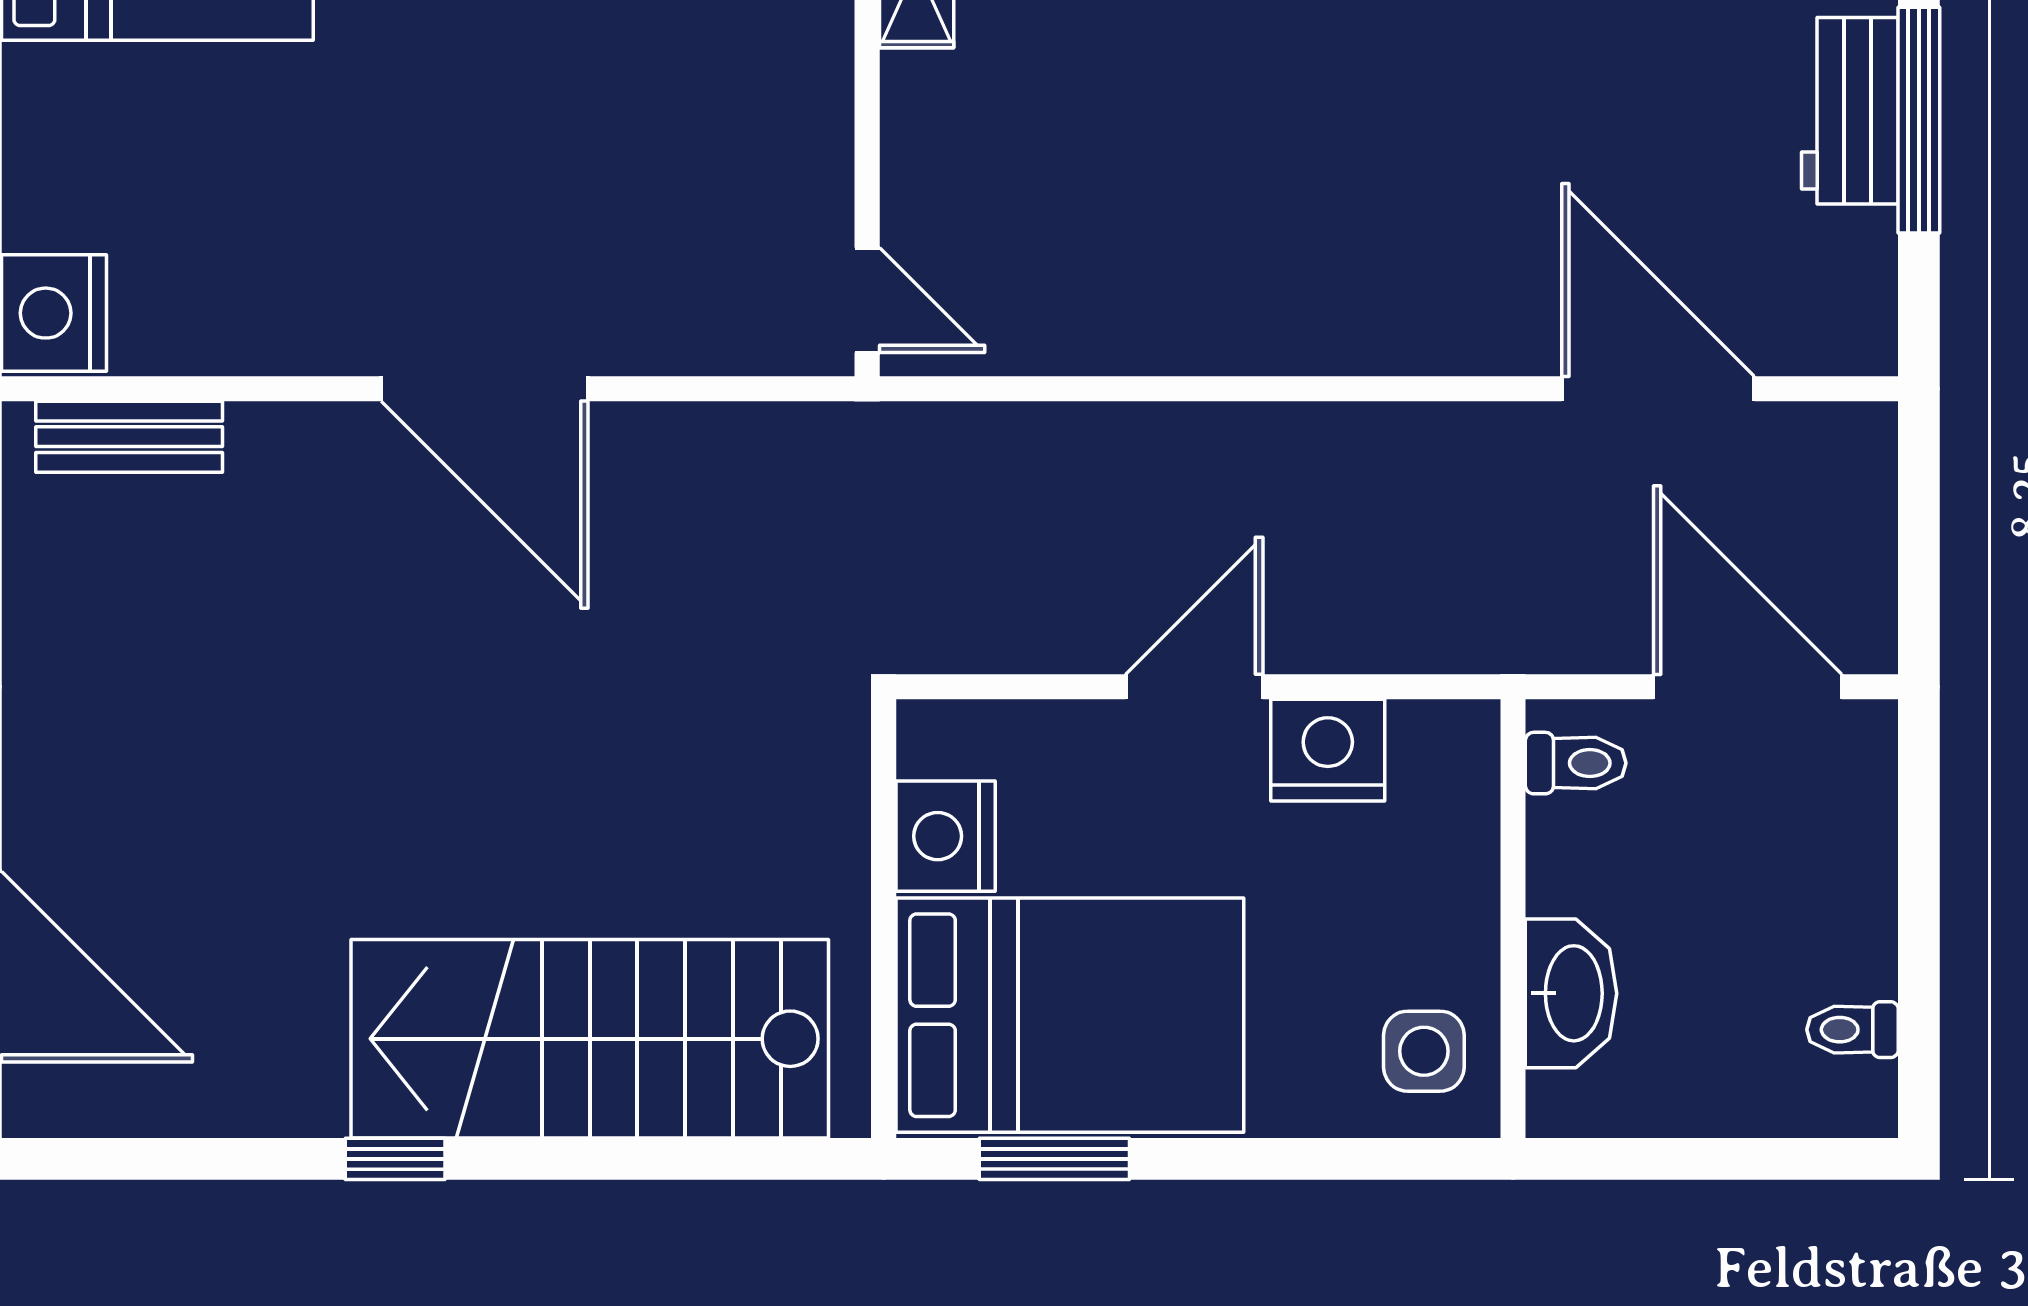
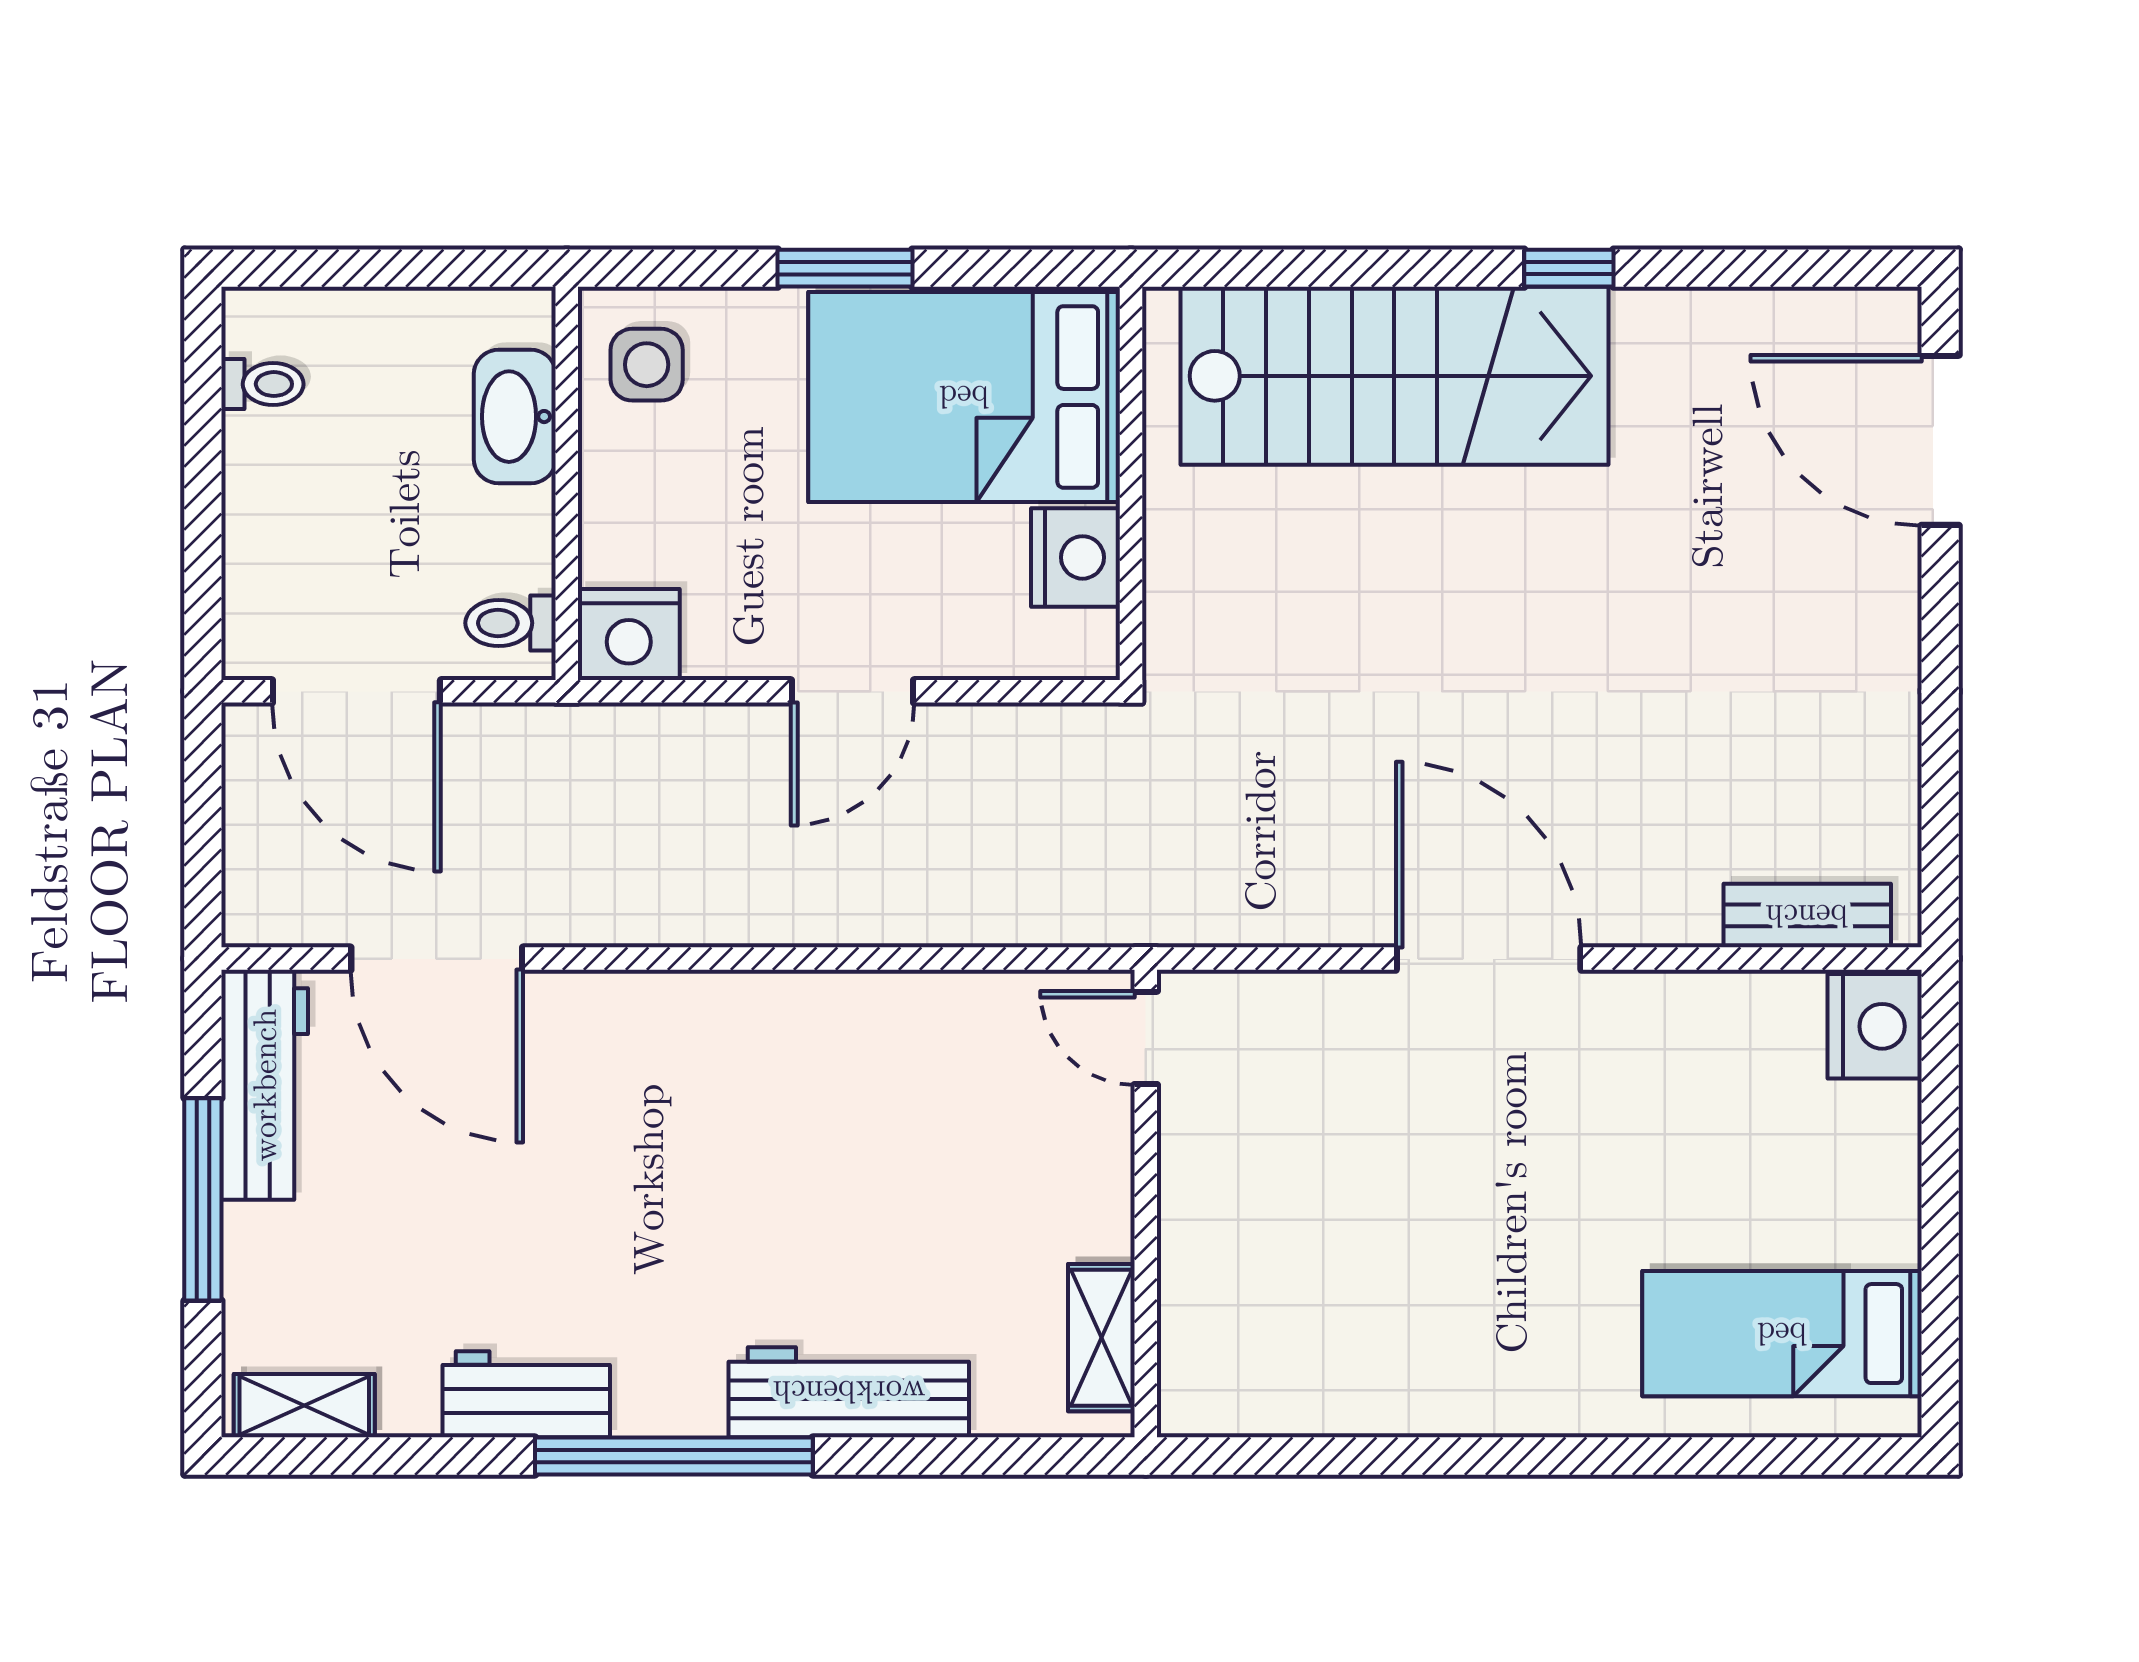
workbench: (1850, 111) -> (265, 1085), moved, width x1.38
nightstand: (1328, 750) -> (629, 634), moved
window: (1054, 1159) -> (845, 268), moved

